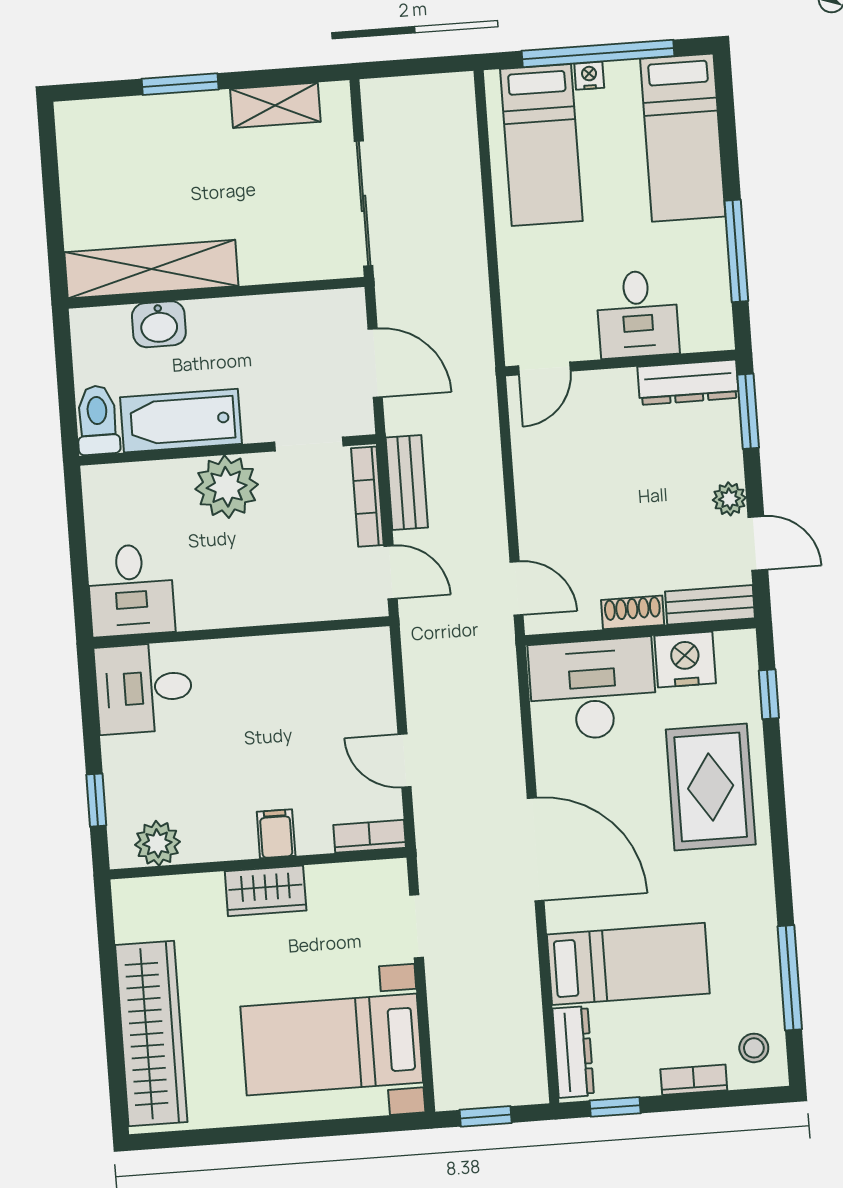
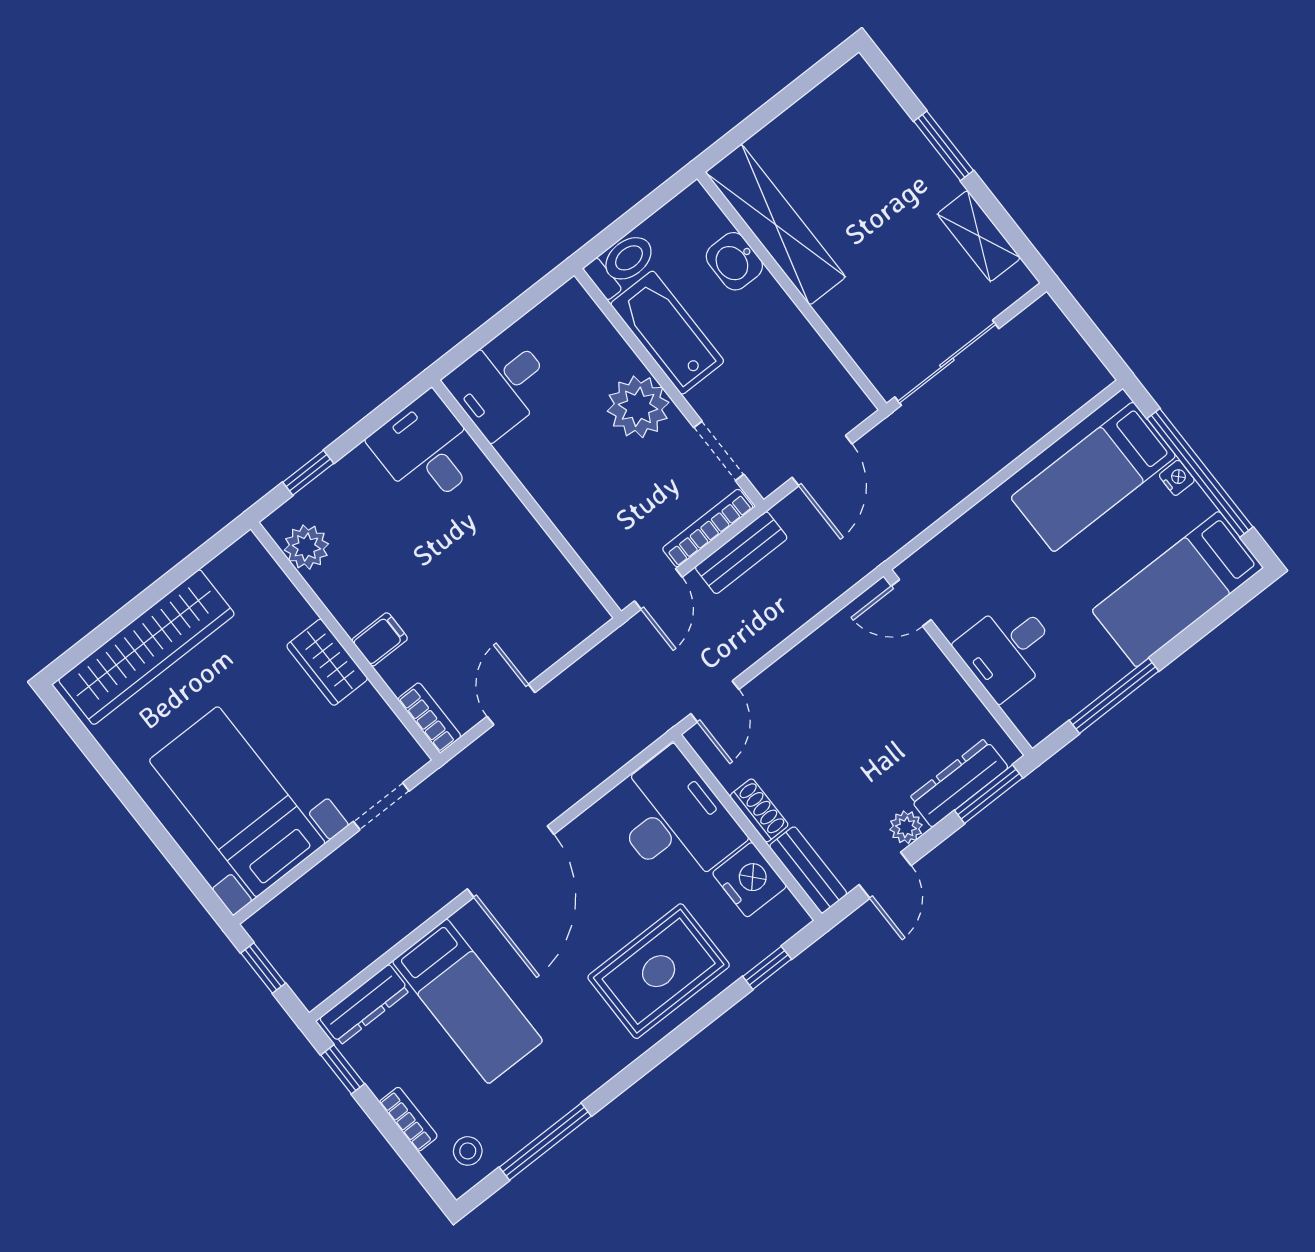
dresser: (688, 382) -> (959, 783), moved, turned 90

